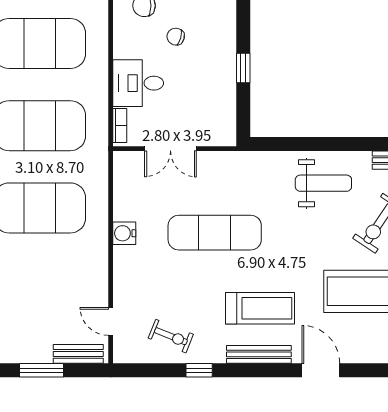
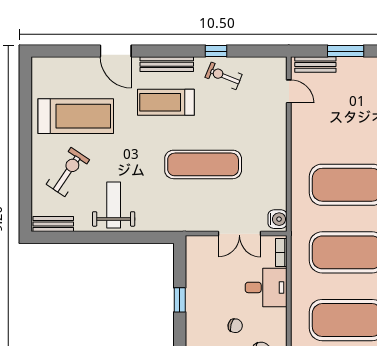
double door: (170, 149) -> (239, 234), swing flipped
weight bench: (323, 183) -> (114, 205), turned 90
water cooler: (124, 233) -> (278, 219), moved
exercise bike: (171, 336) -> (224, 76), moved

